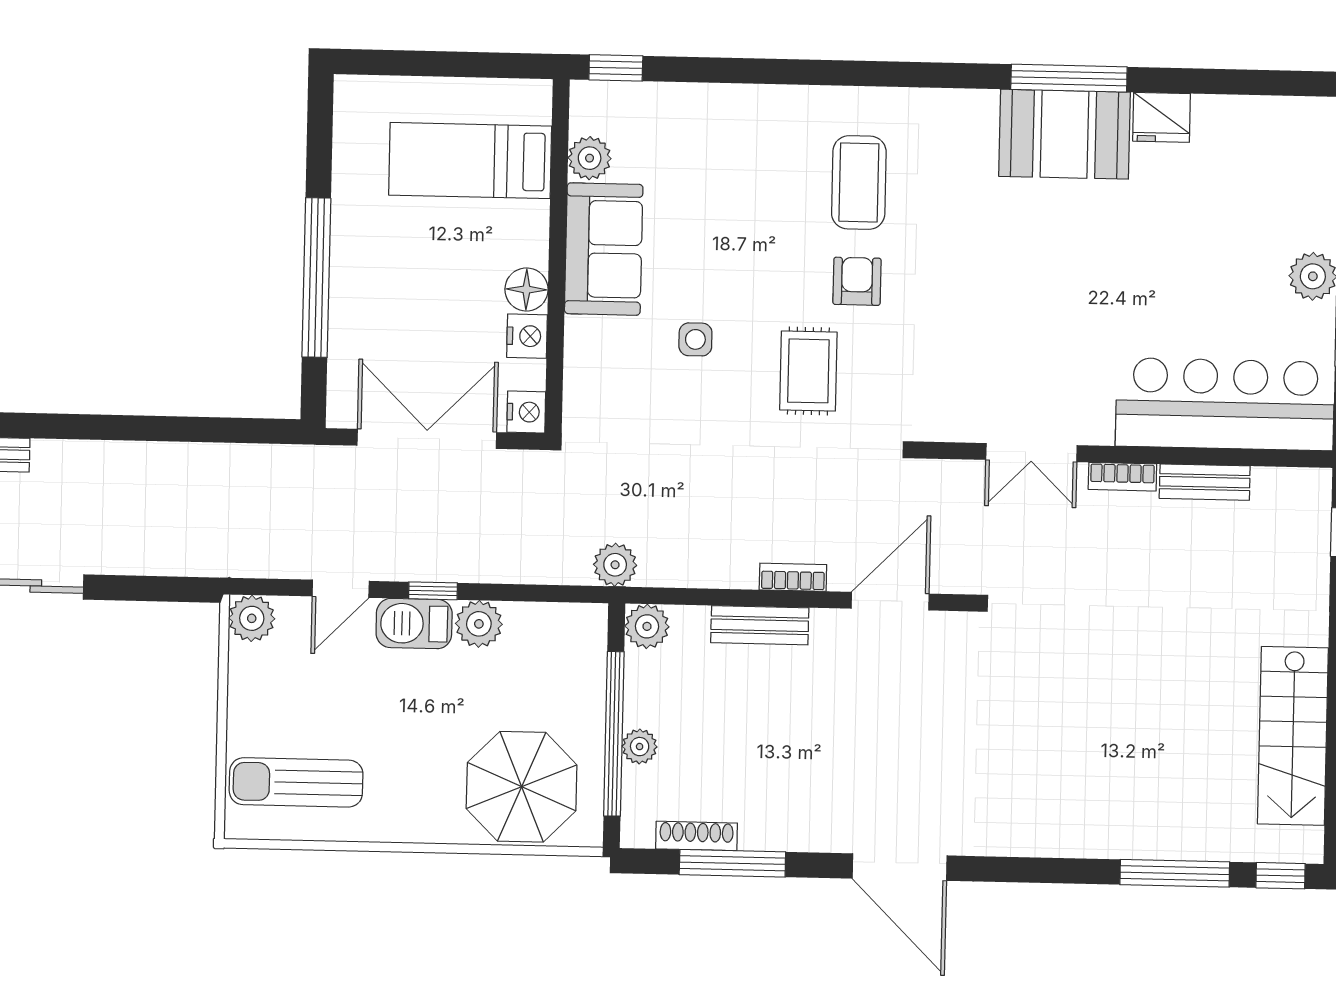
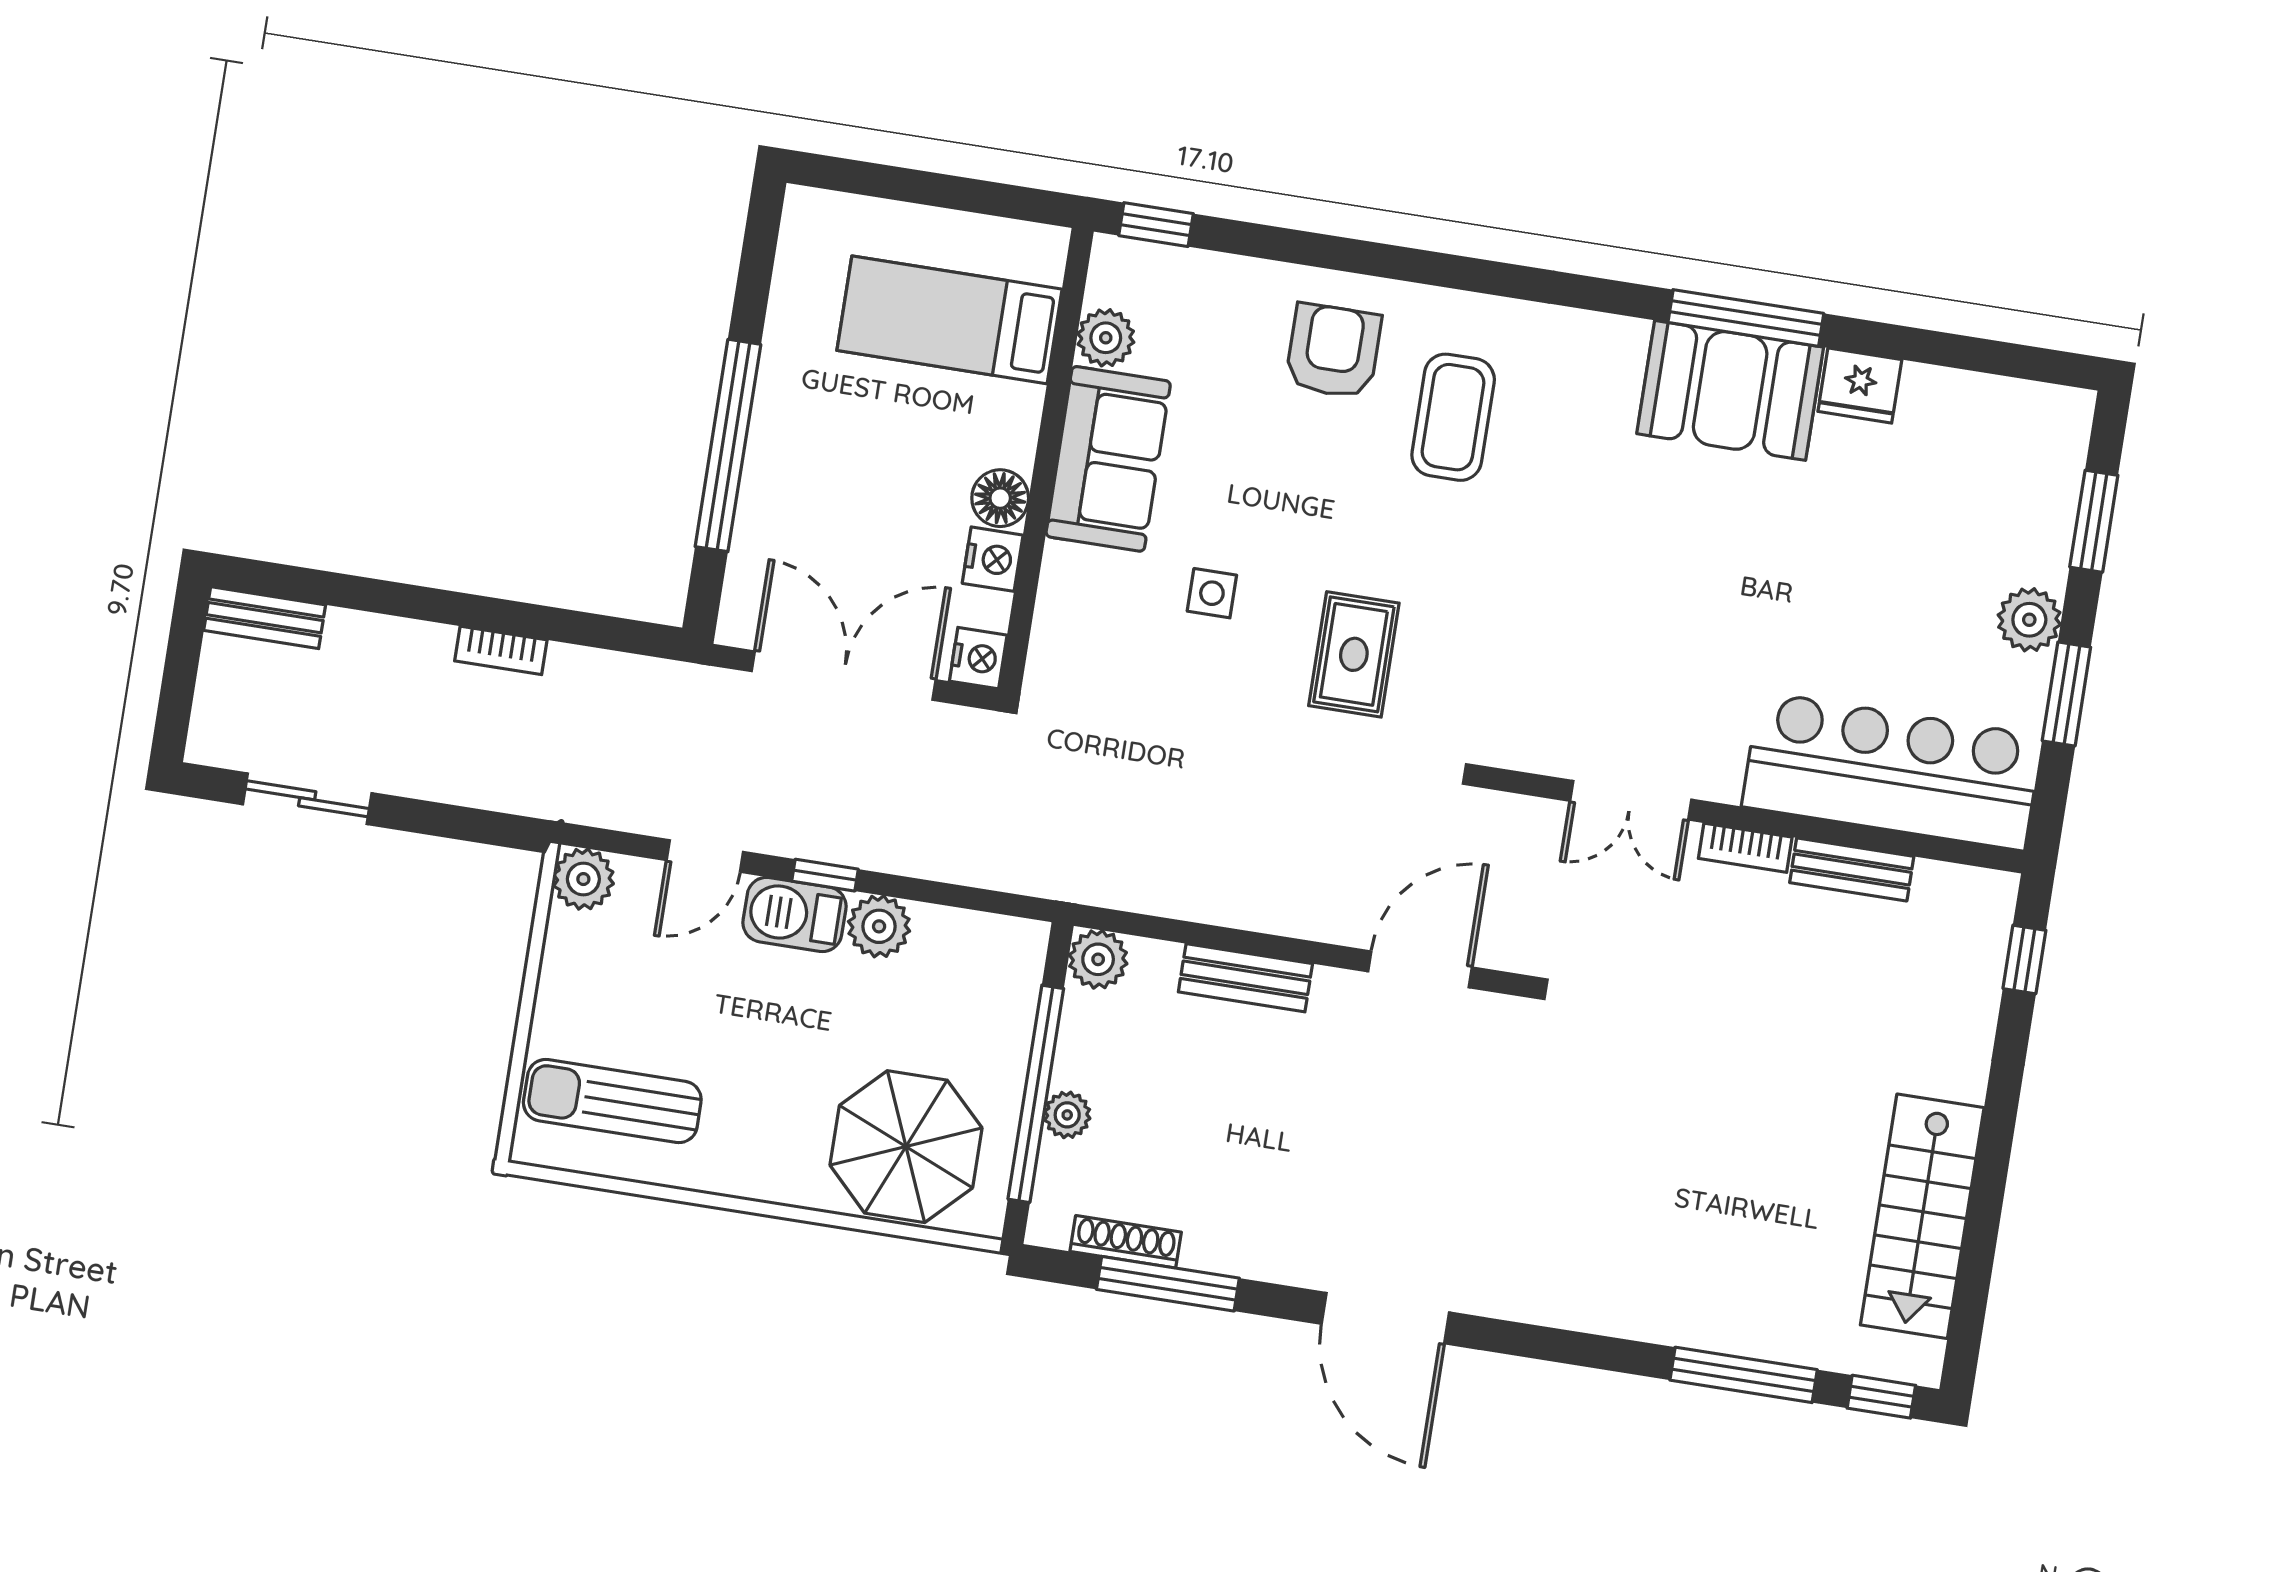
armchair: (857, 281) -> (1333, 351), moved, width x1.38, depth x1.38
plant: (615, 565) -> (1067, 873), removed
bookcase: (793, 577) -> (501, 650), moved, turned 180

